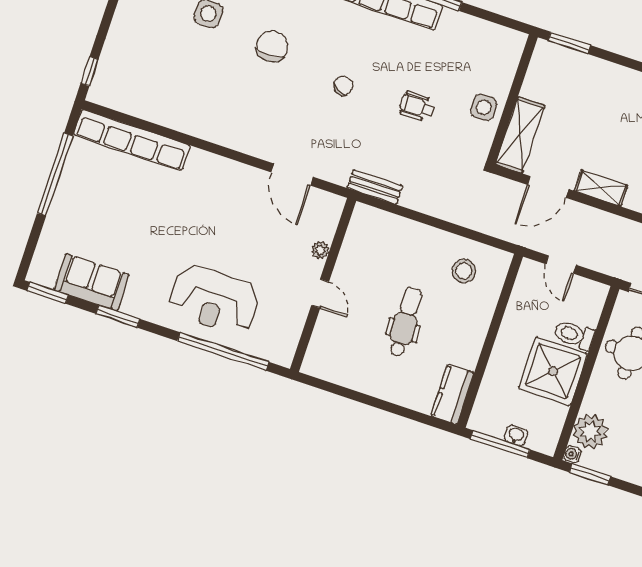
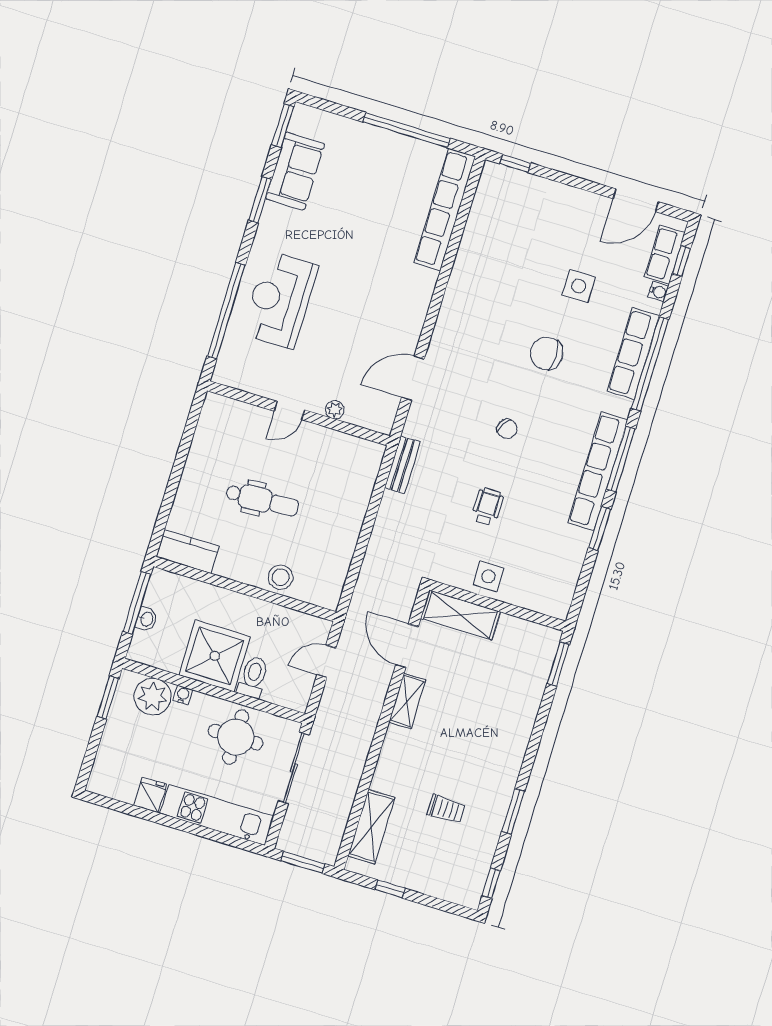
chair: (272, 46) -> (547, 353), turned 180
stool: (464, 271) -> (281, 577), moved
water cooler: (572, 454) -> (183, 695), moved

